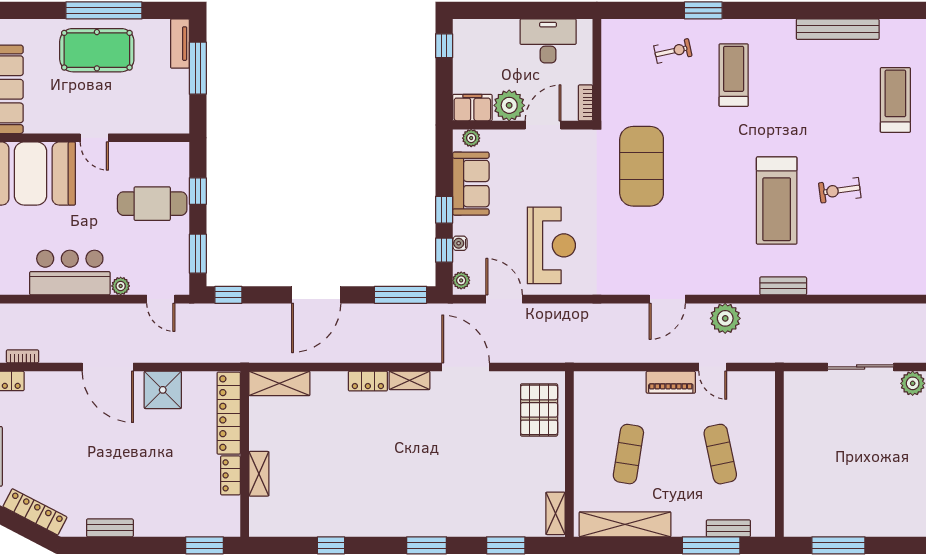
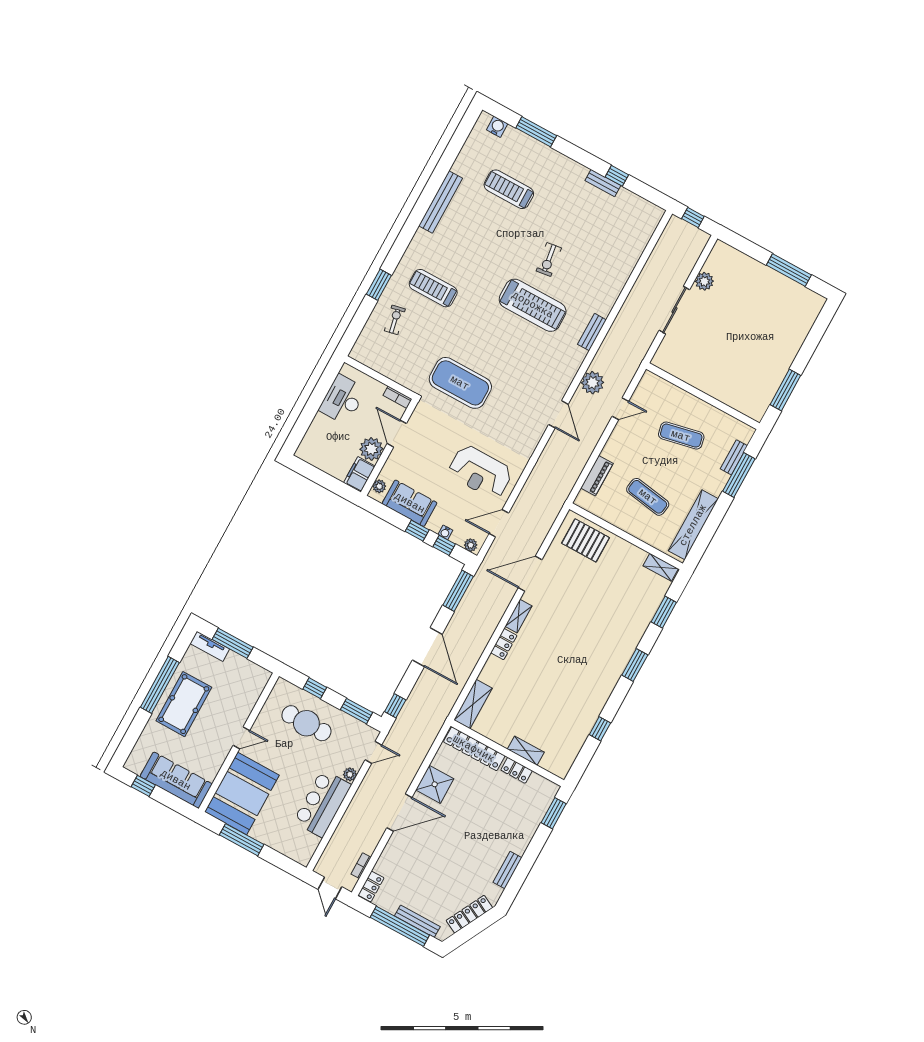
window: (444, 46) -> (308, 471), removed
cafe table: (152, 204) -> (306, 723), turned 90
reception desk: (551, 245) -> (480, 472), turned 180
piano: (671, 382) -> (597, 476), moved

